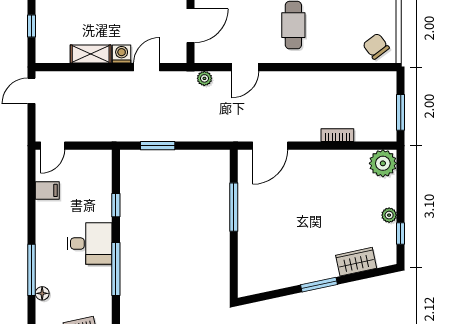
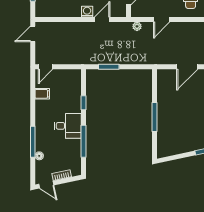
shelving: (91, 54) -> (68, 12), removed
door: (270, 146) -> (187, 67), moved
window: (234, 207) -> (155, 117), moved

